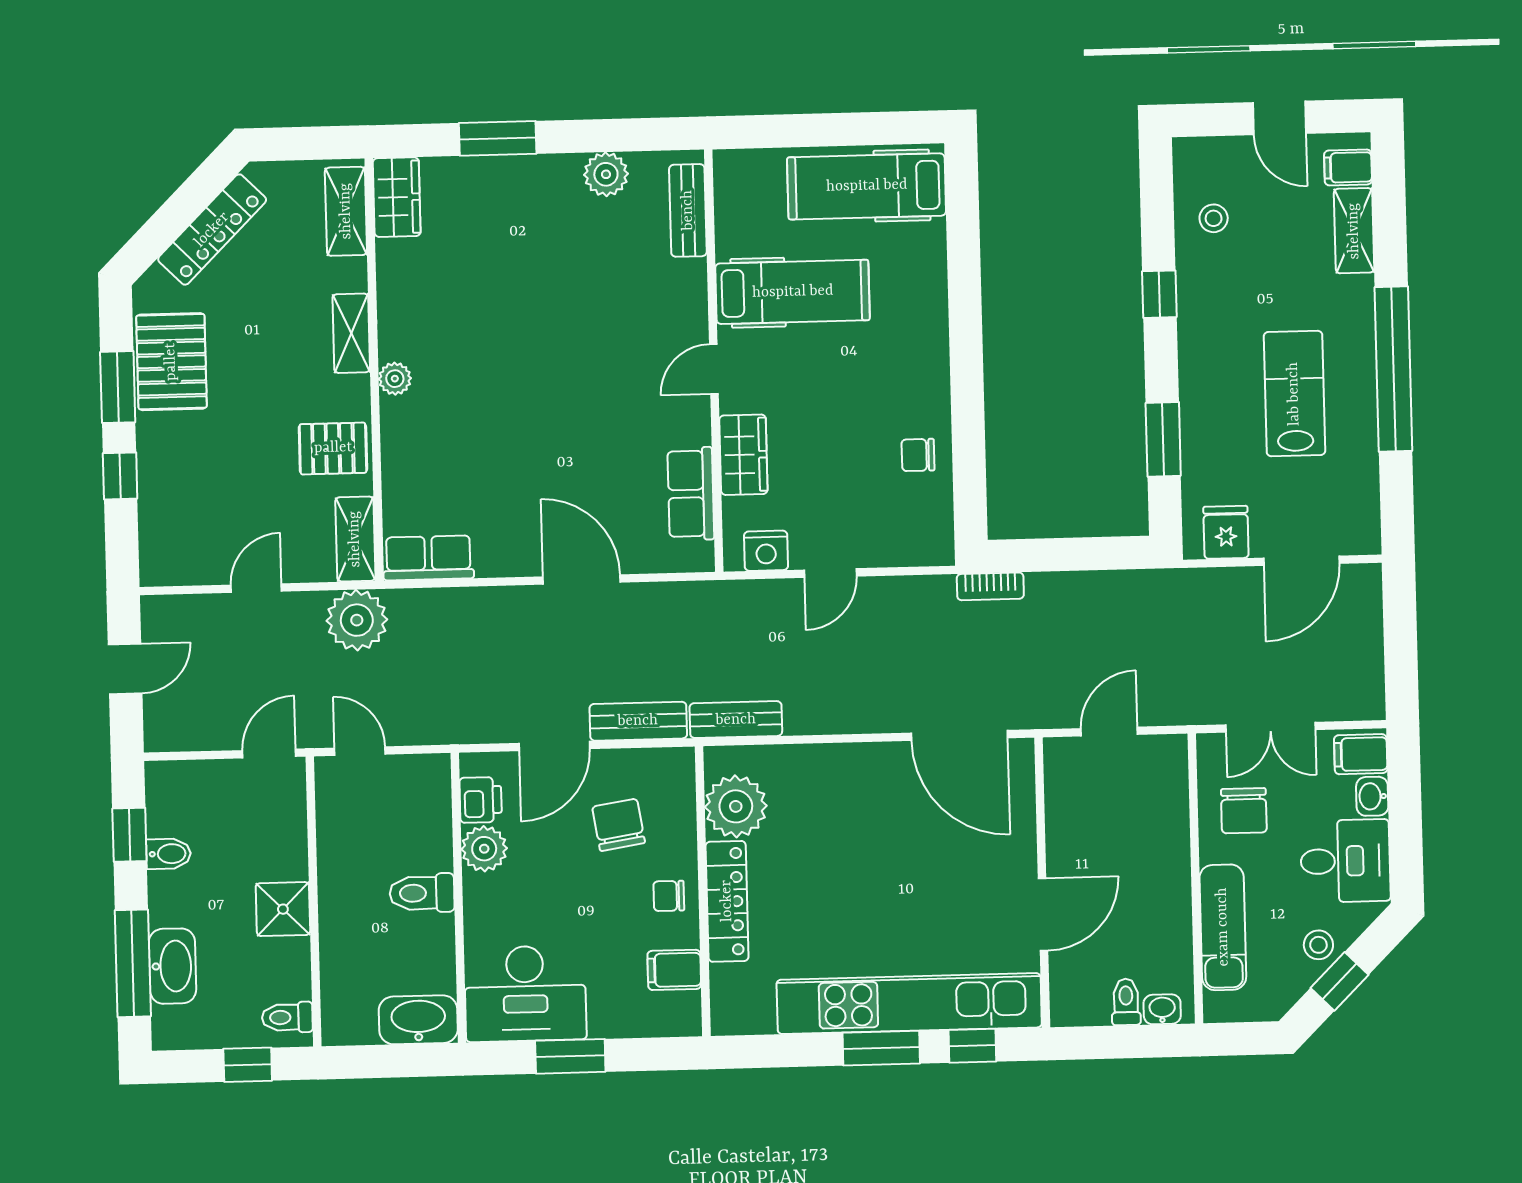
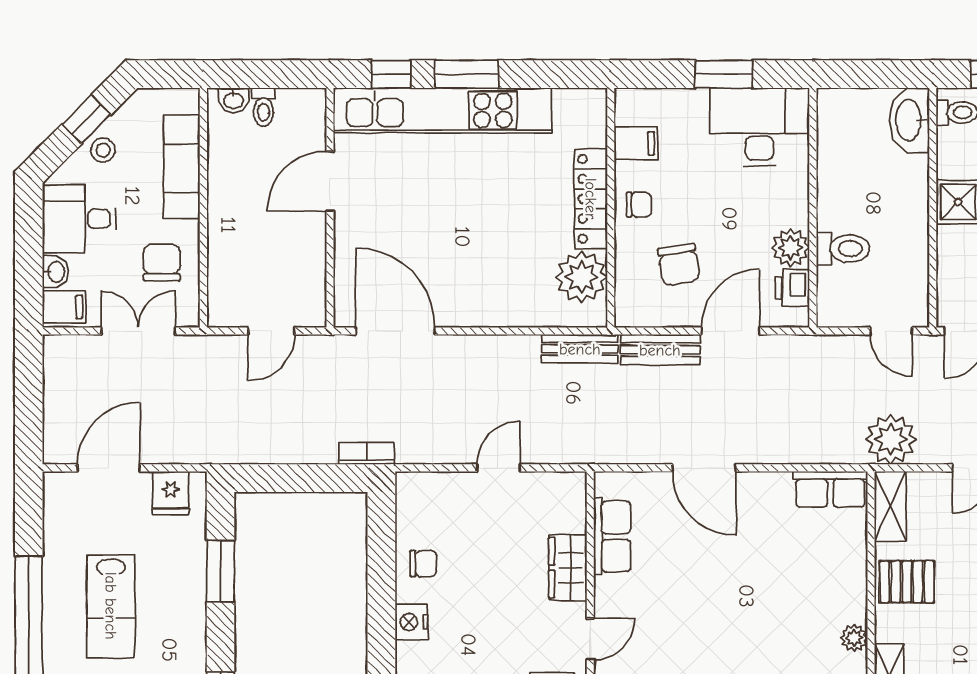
nightstand: (766, 551) -> (411, 622), moved, turned -90
toilet: (422, 893) -> (843, 249), moved
washbasin: (418, 1020) -> (909, 120), moved, turned 90

